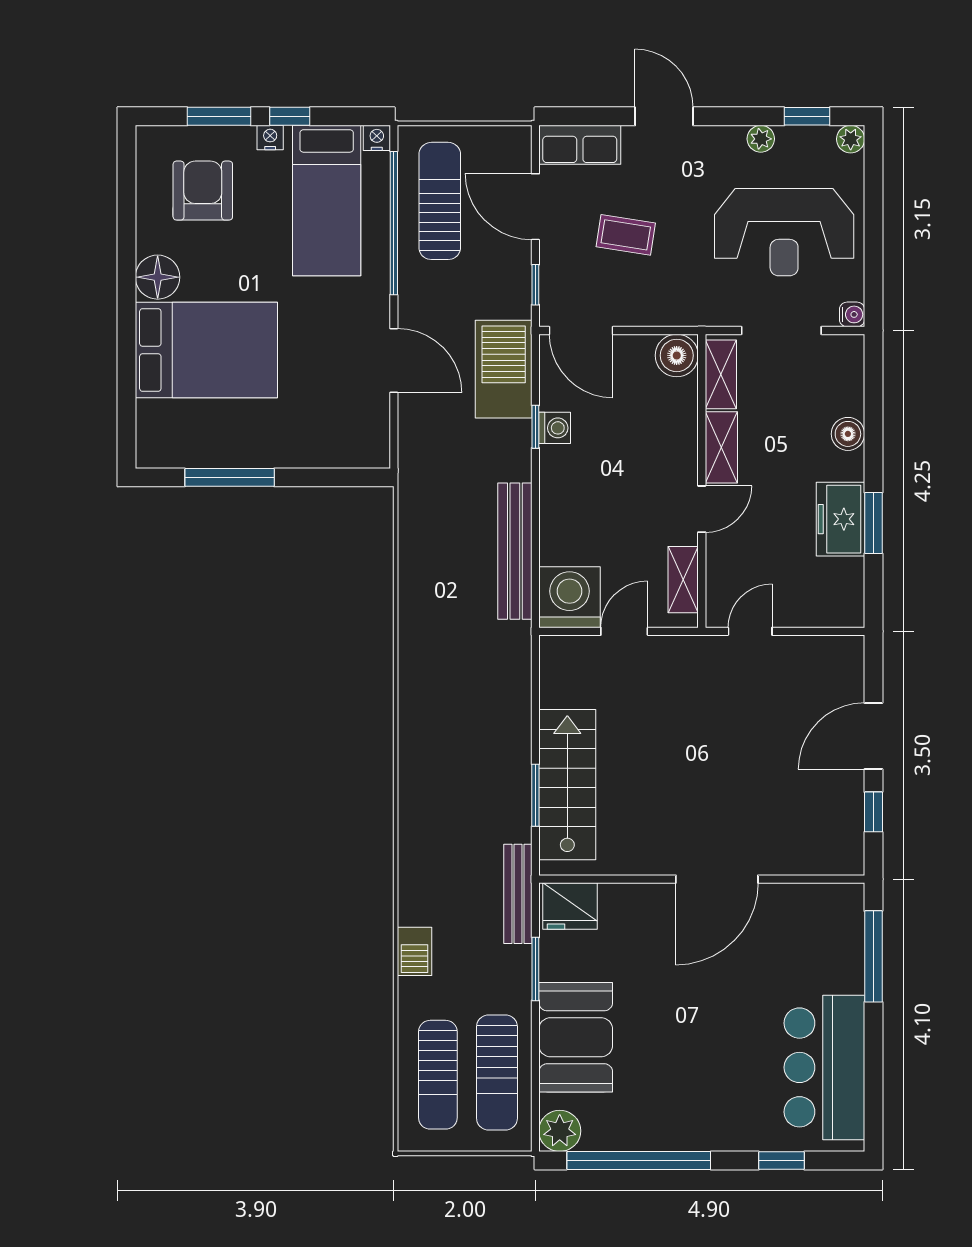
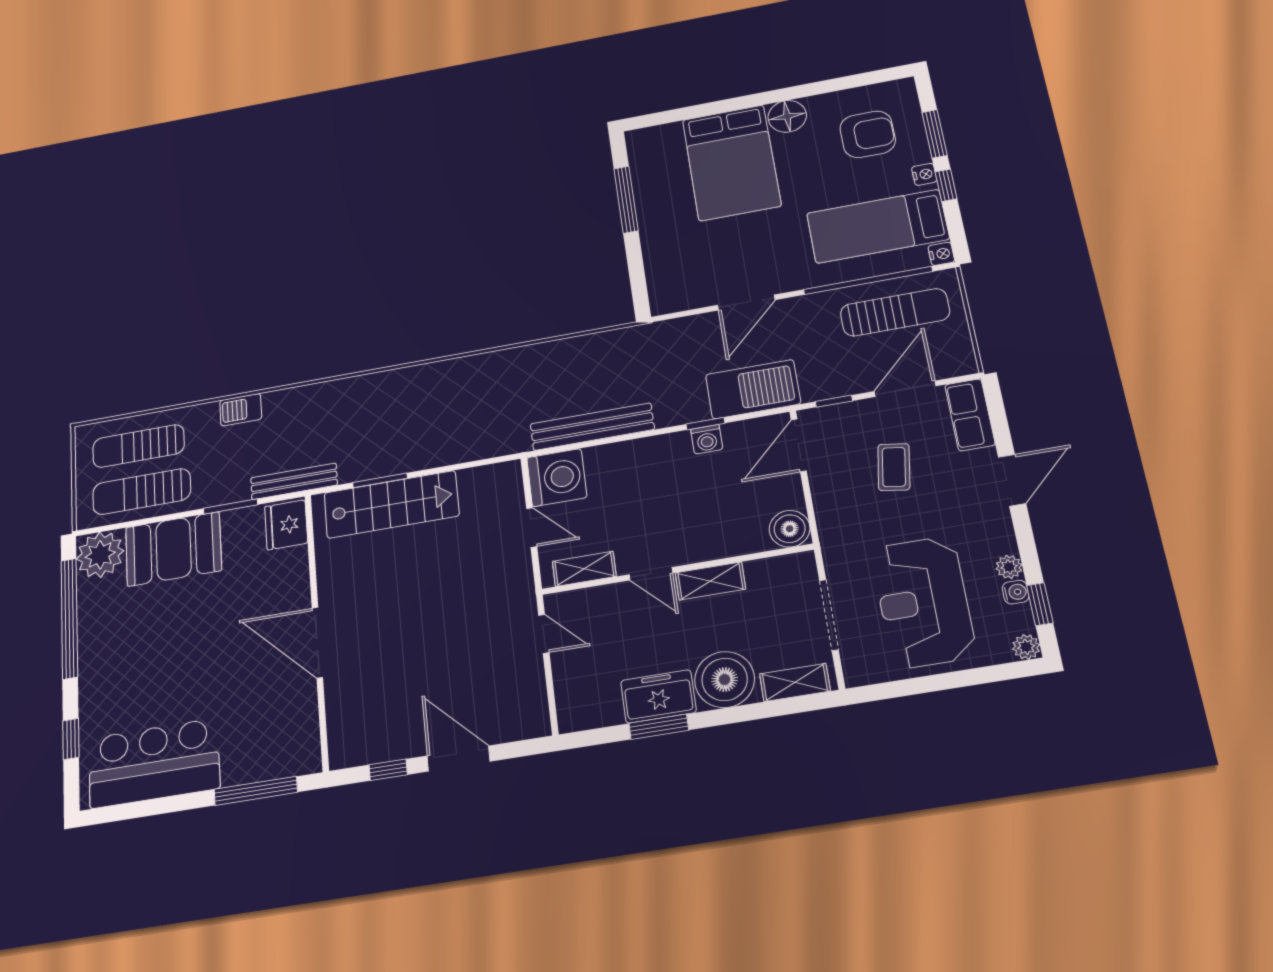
water cooler: (852, 314) -> (1016, 592), moved, turned -90
shelving: (721, 374) -> (795, 682), moved
boiler: (848, 434) -> (725, 680), width x1.86, depth x1.86
plant: (560, 1131) -> (100, 555), width x1.36, depth x1.36

